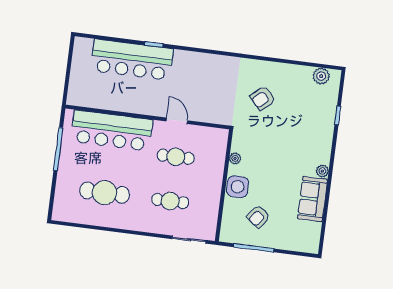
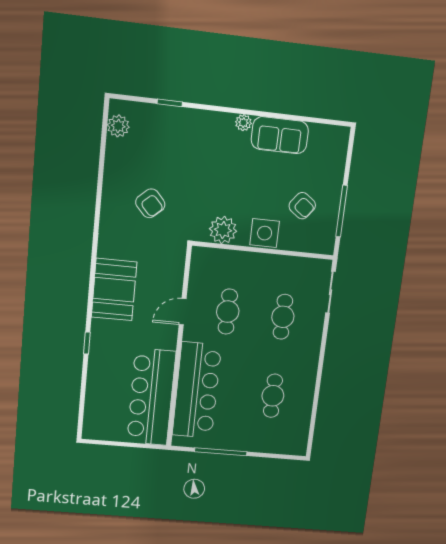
bar counter: (132, 60) -> (151, 397), moved, turned 180
booth: (196, 68) -> (114, 290), added
plant: (235, 158) -> (223, 230), width x1.88, depth x1.88
cafe table: (104, 193) -> (273, 396), width x0.73, depth x0.74

